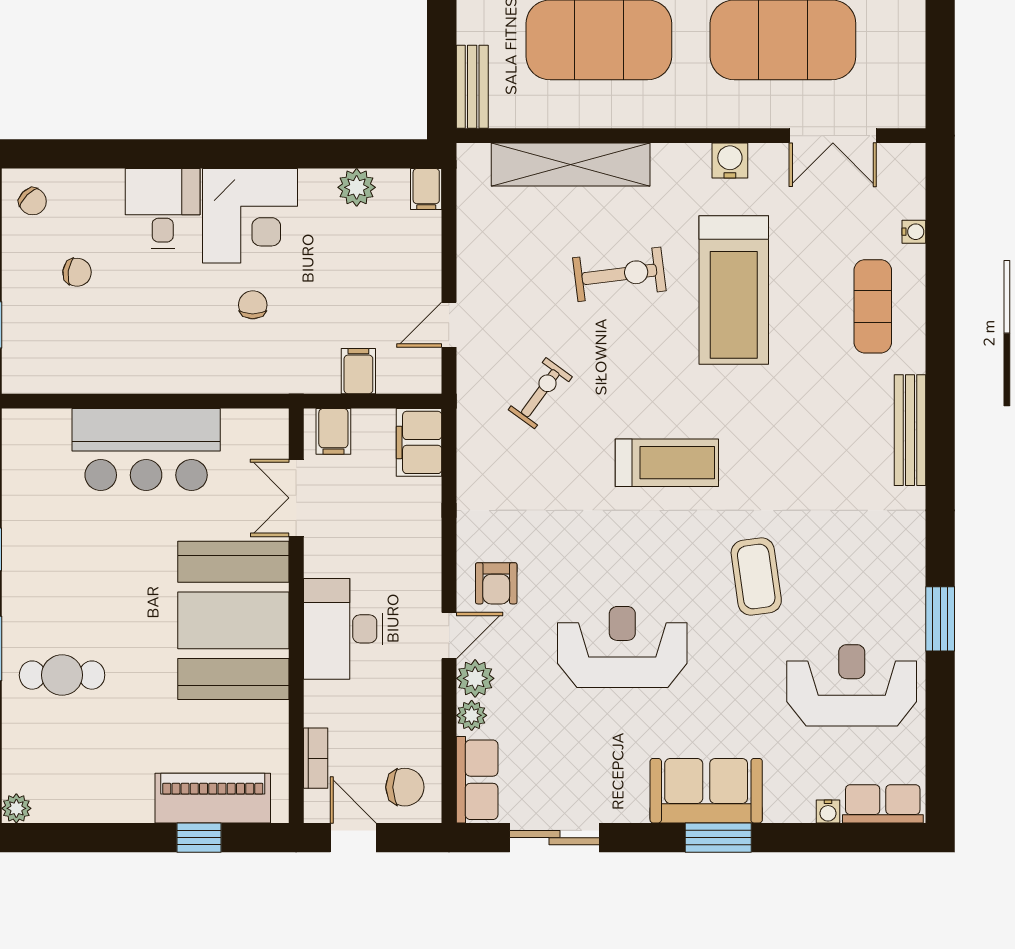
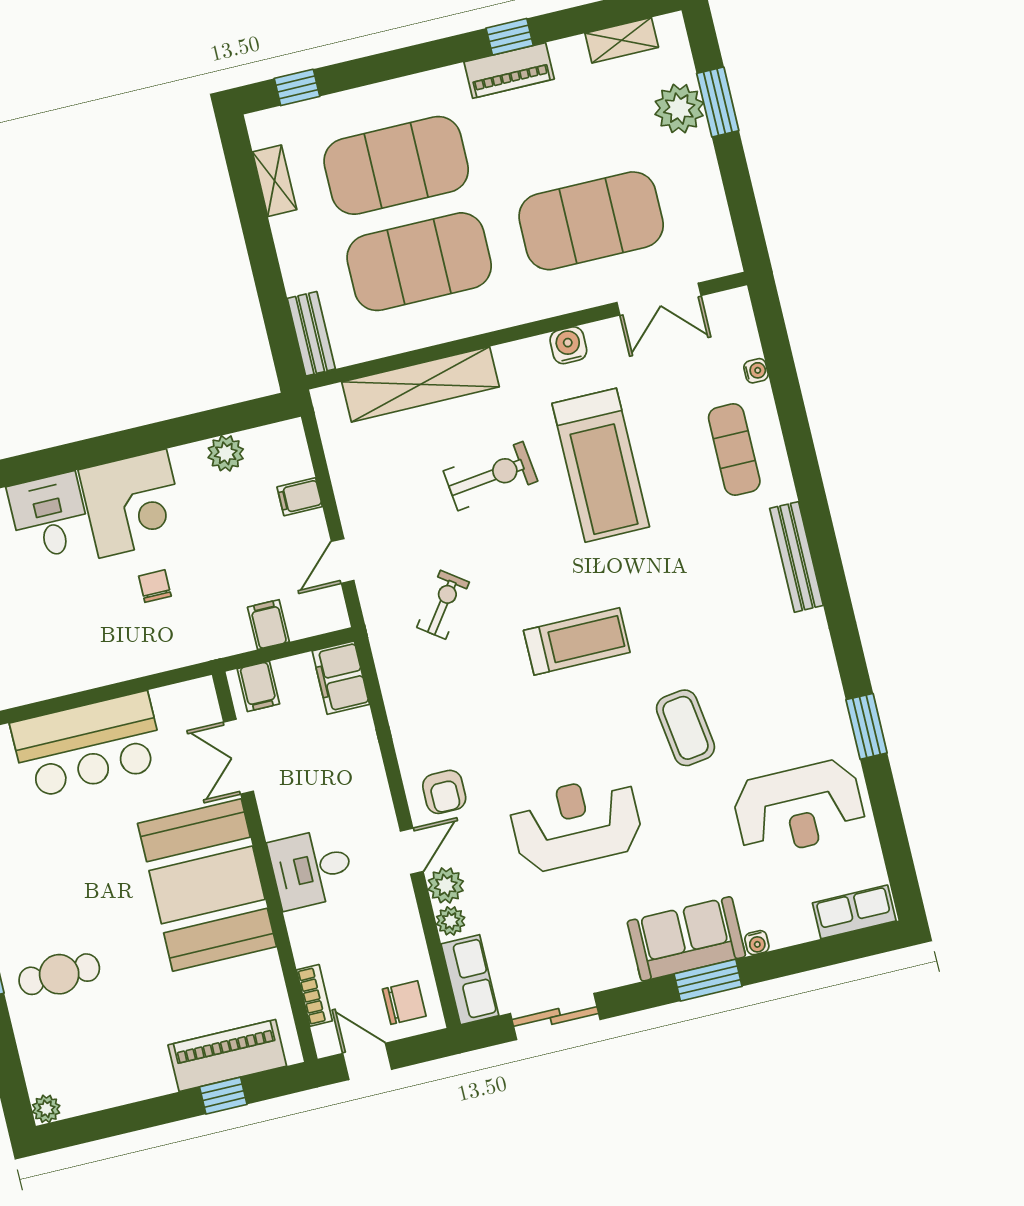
filing cabinet: (426, 189) -> (300, 497), moved, turned 90
desk: (343, 629) -> (312, 869), width x0.73
reception desk: (852, 685) -> (799, 808), turned 180
water cooler: (828, 812) -> (757, 943), moved

